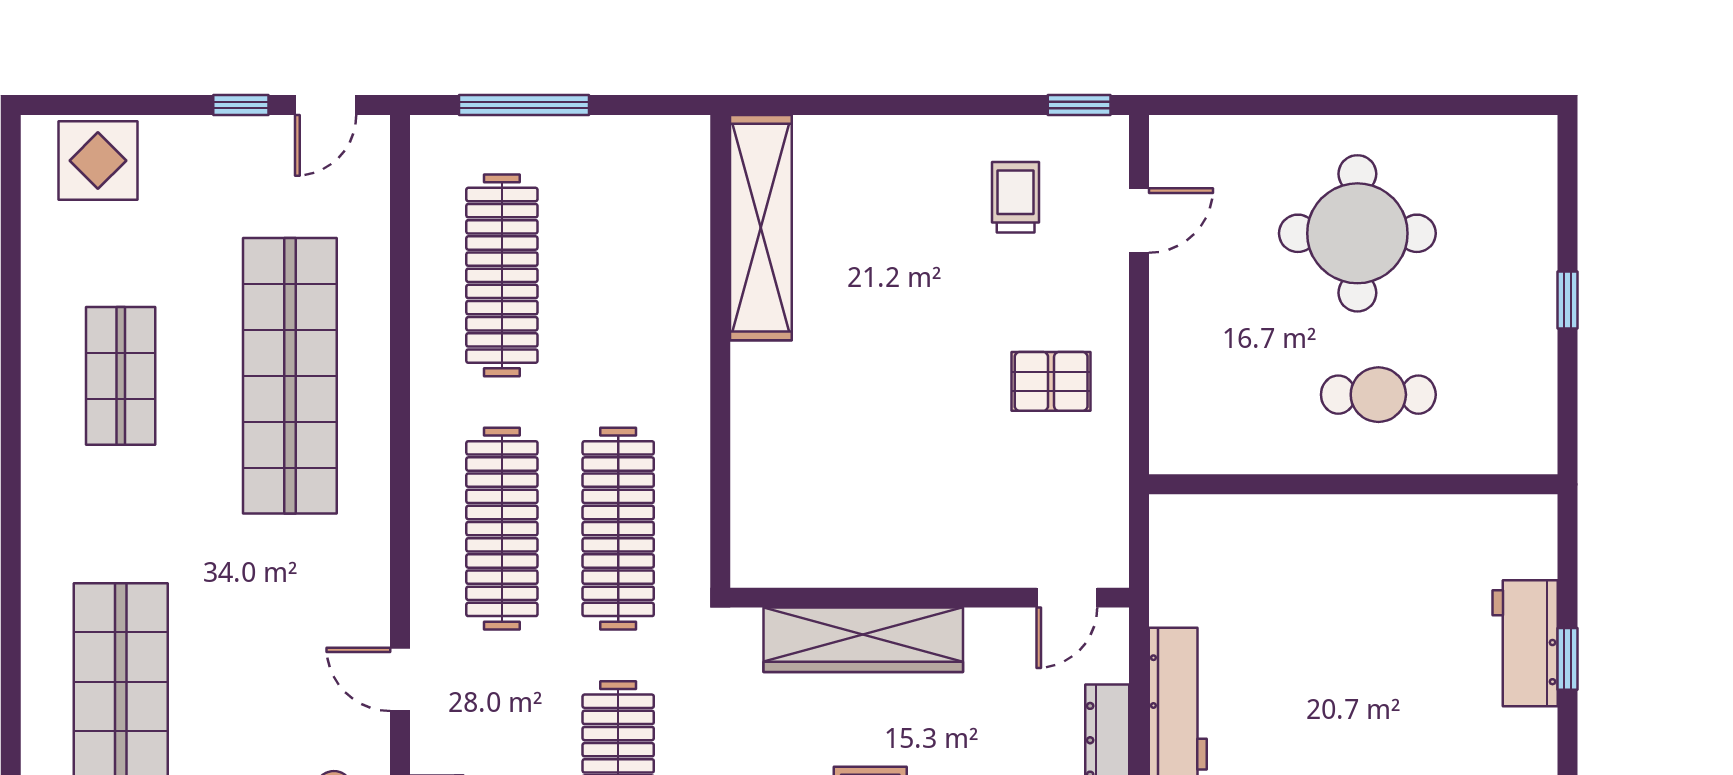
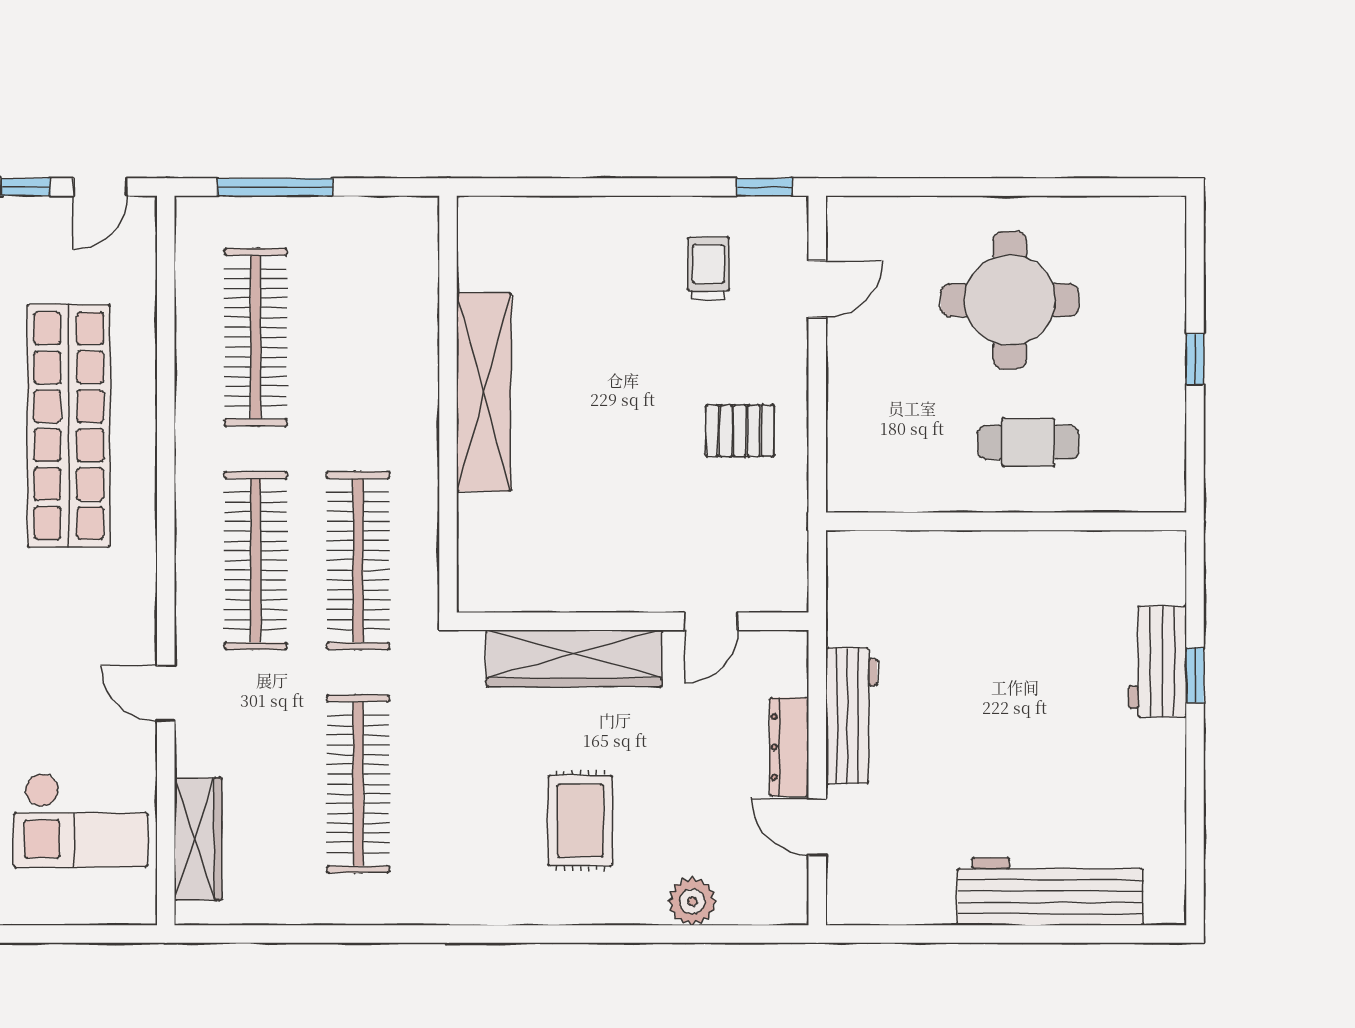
shelving: (761, 228) -> (484, 392), moved
door: (1067, 598) -> (711, 621), moved

